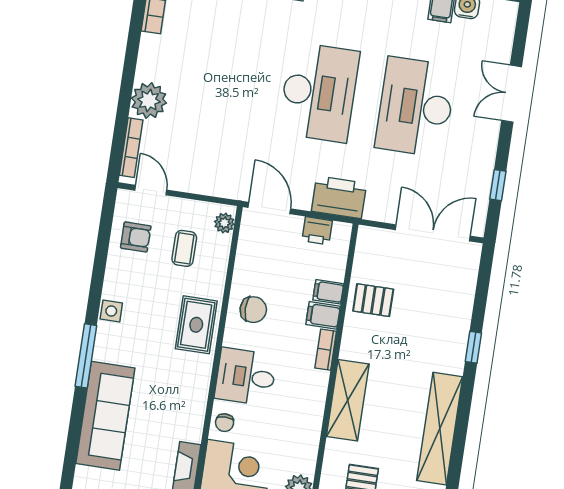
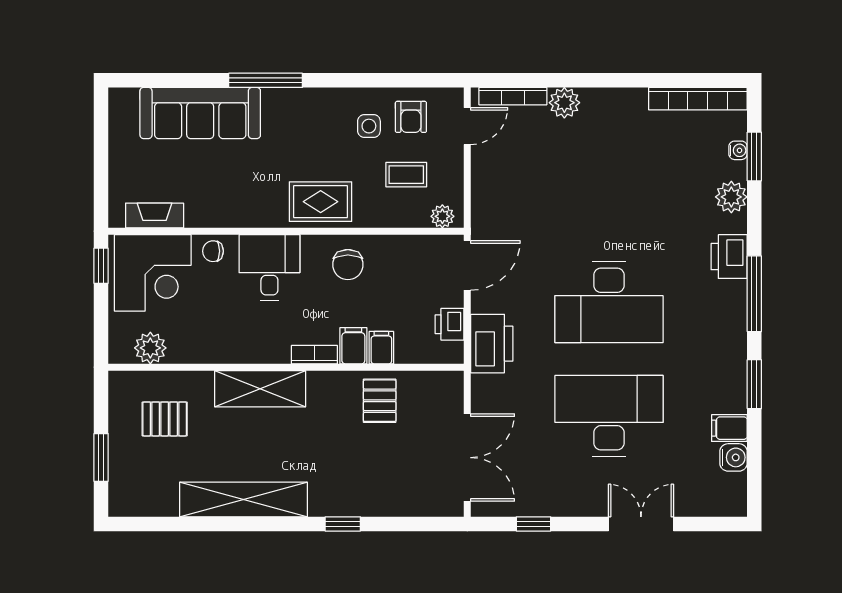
plant: (149, 100) -> (564, 103), width x0.73, depth x0.73
side table: (111, 311) -> (369, 126), moved

